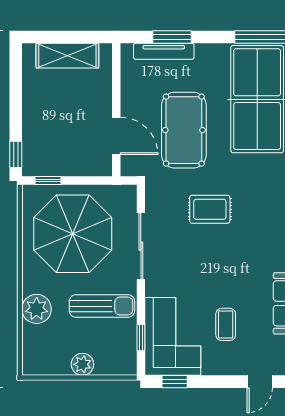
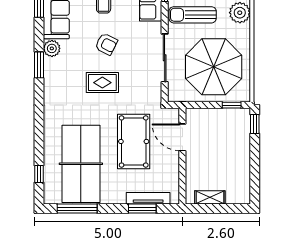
shelving: (67, 56) -> (210, 197), width x0.67, depth x0.75
rug: (210, 209) -> (102, 83), moved
armchair: (222, 265) -> (106, 44), added

